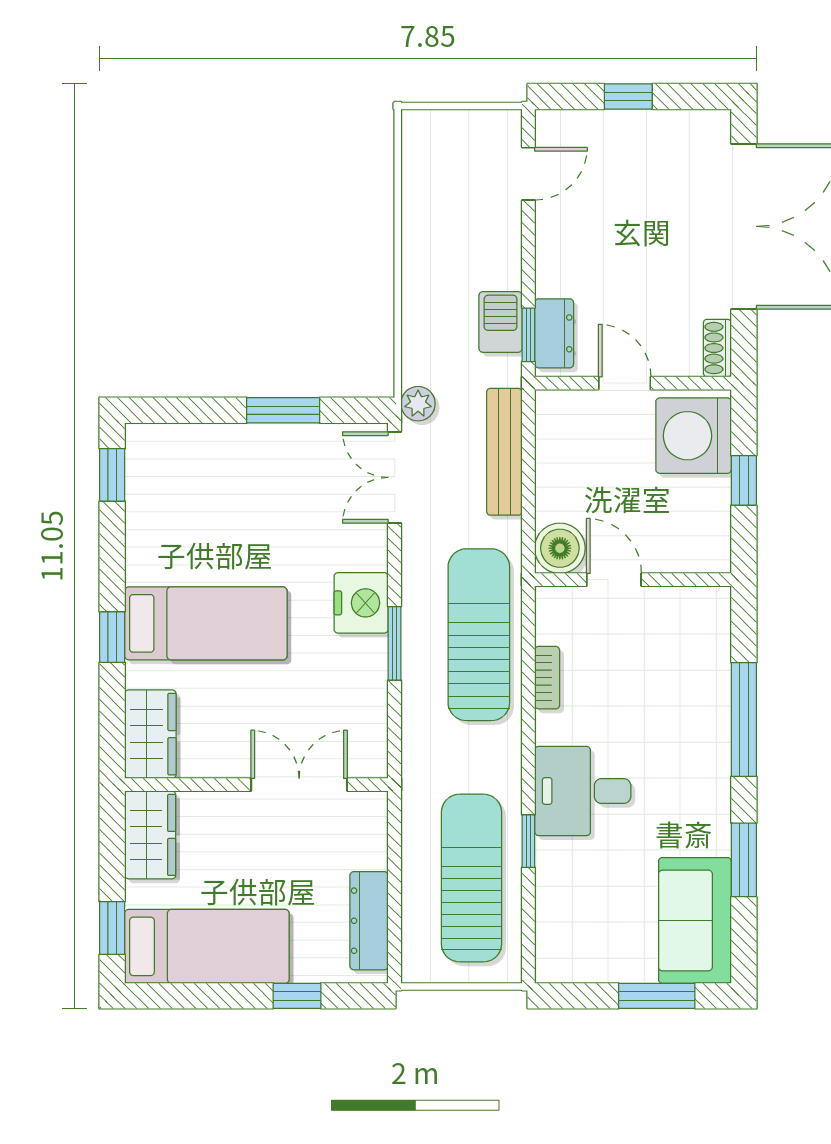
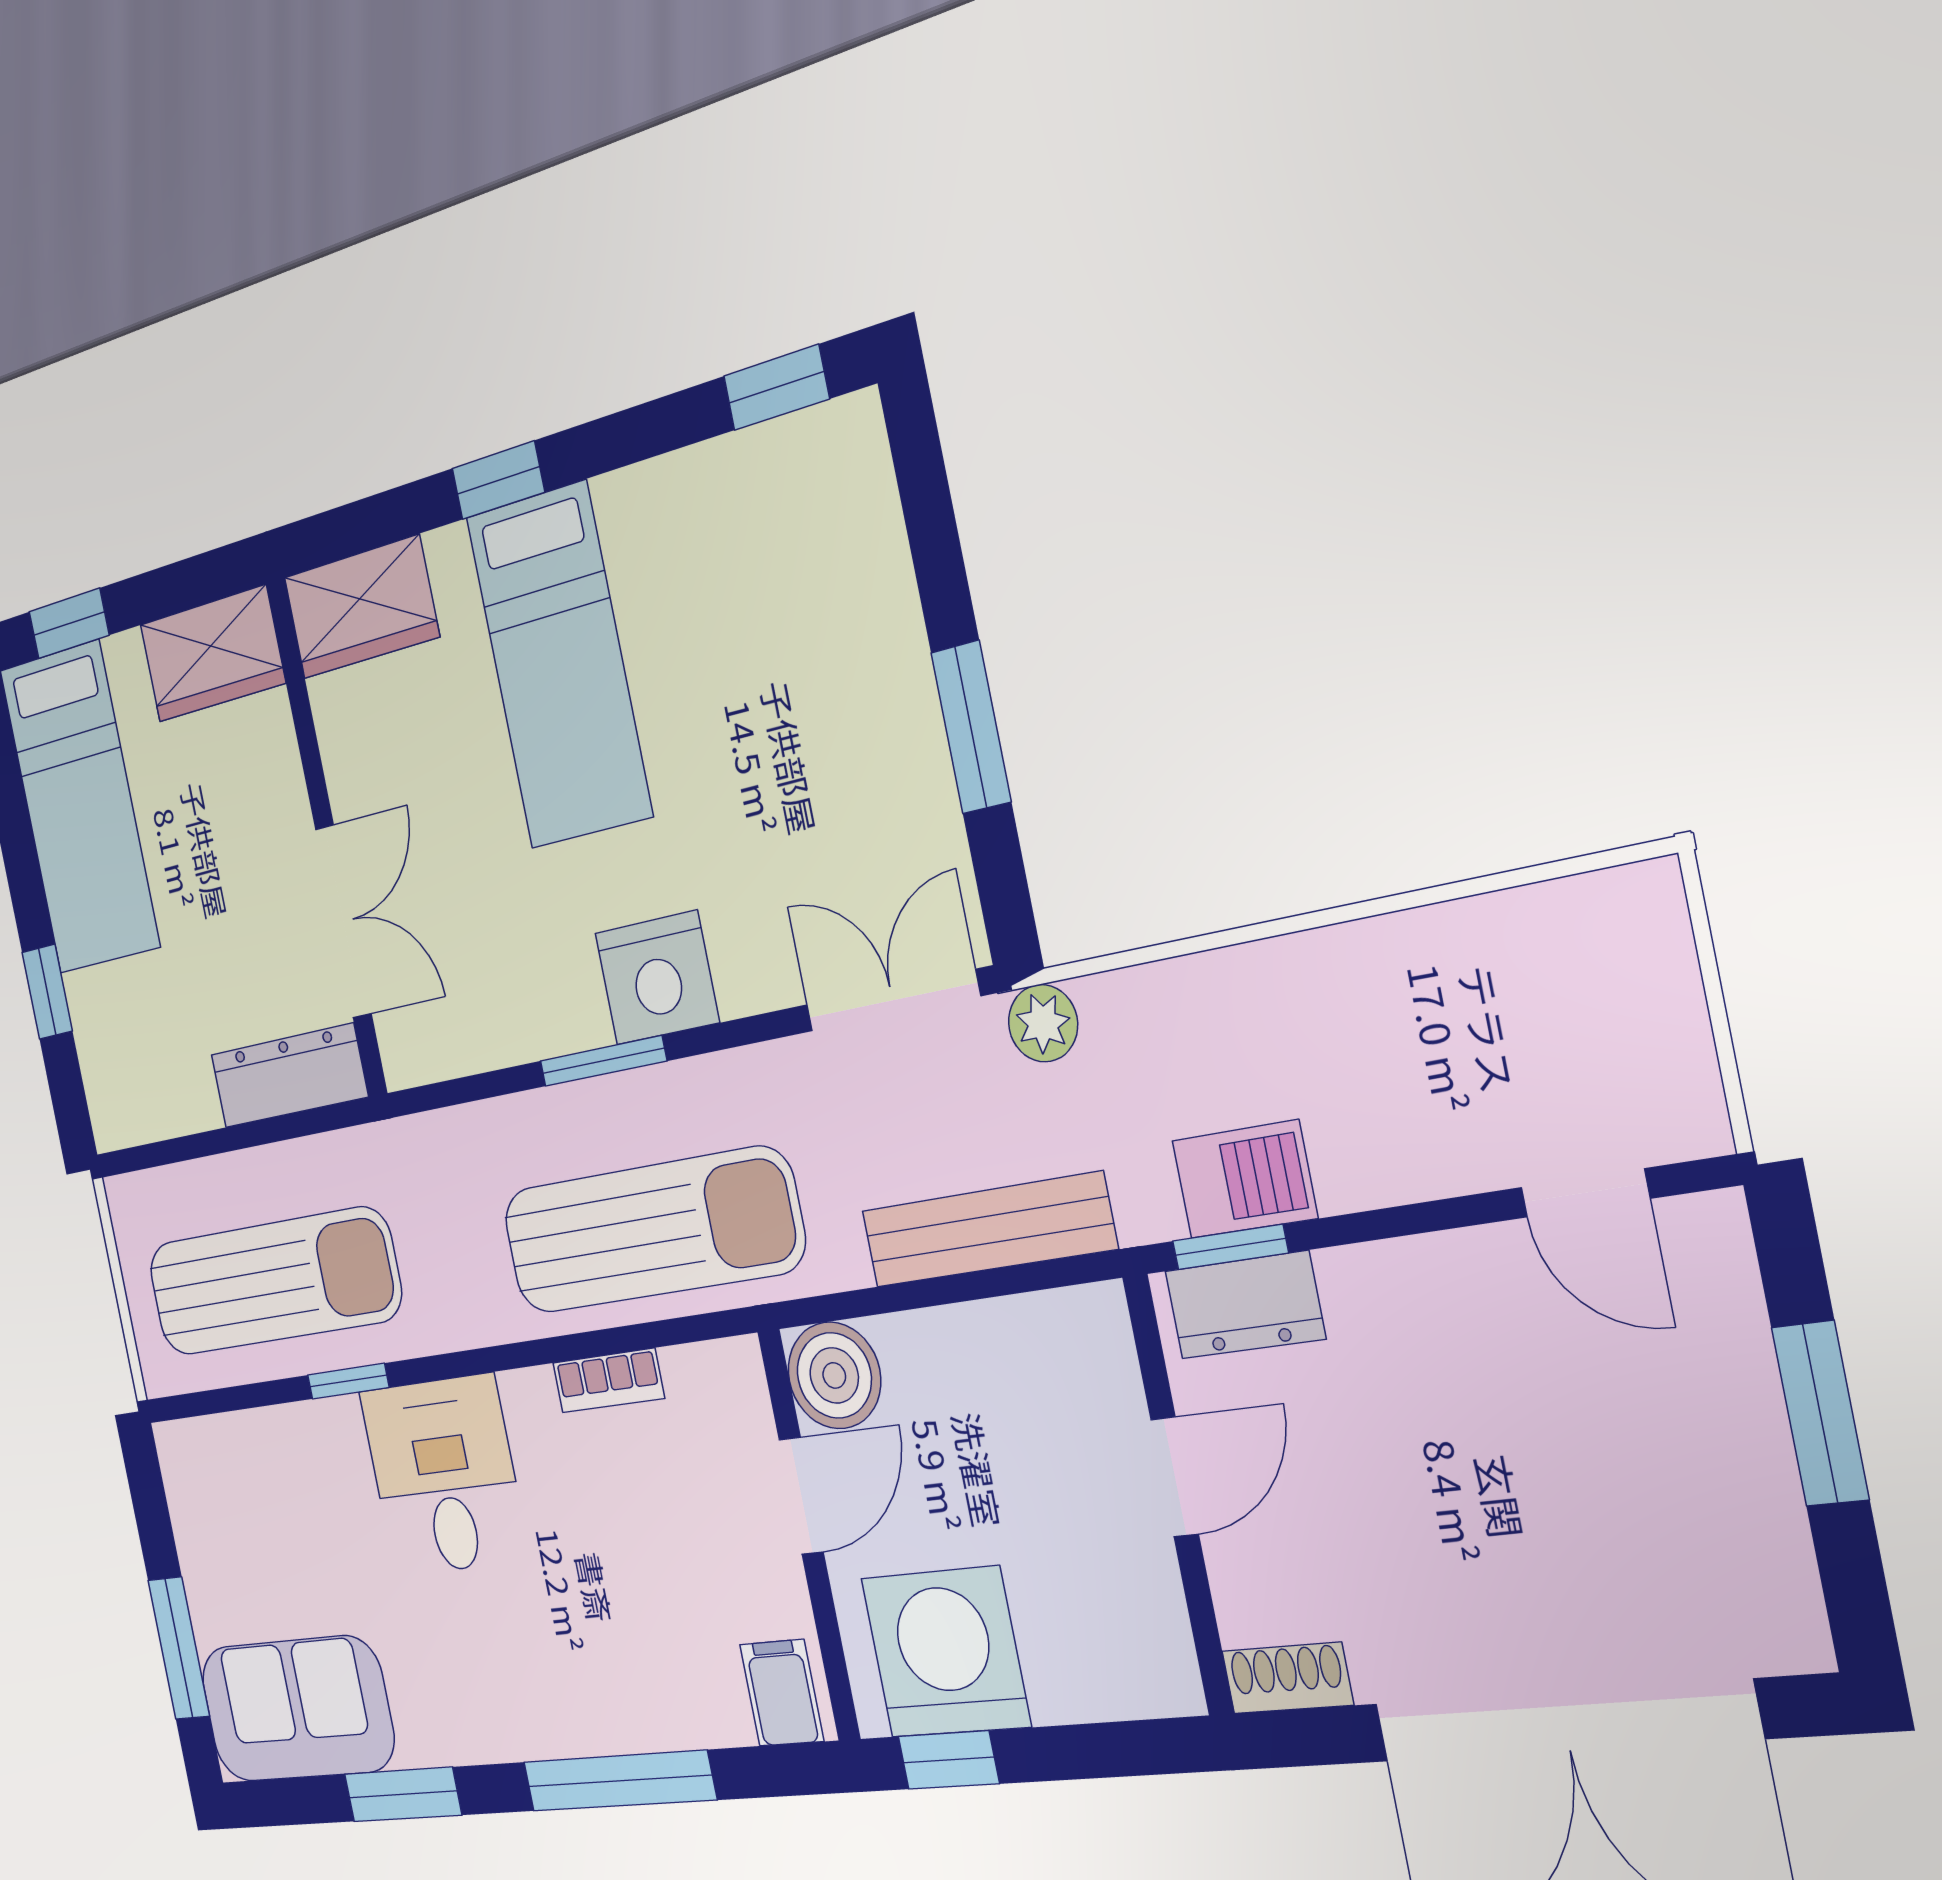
window: (628, 97) -> (1820, 1413), width x1.50
washing machine: (694, 436) -> (945, 1652), moved
window: (744, 480) -> (948, 1760), moved
filing cabinet: (706, 613) -> (782, 1693), added
dresser: (369, 921) -> (289, 1076), moved

